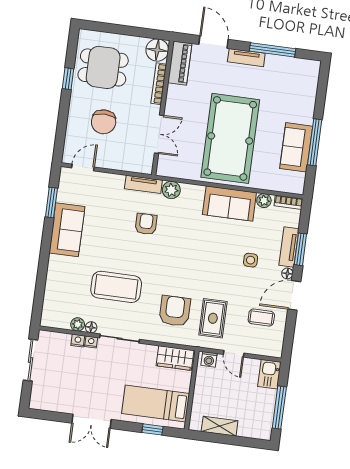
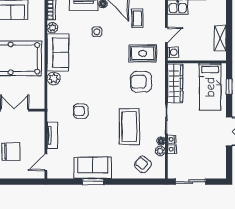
door: (83, 168) -> (46, 162), hinge flipped
tv unit: (143, 184) -> (52, 135), moved
plant: (171, 190) -> (54, 78), moved
window: (51, 202) -> (93, 182), moved
armchair: (62, 298) -> (143, 165), added
wardrobe: (175, 358) -> (175, 84), width x1.50

